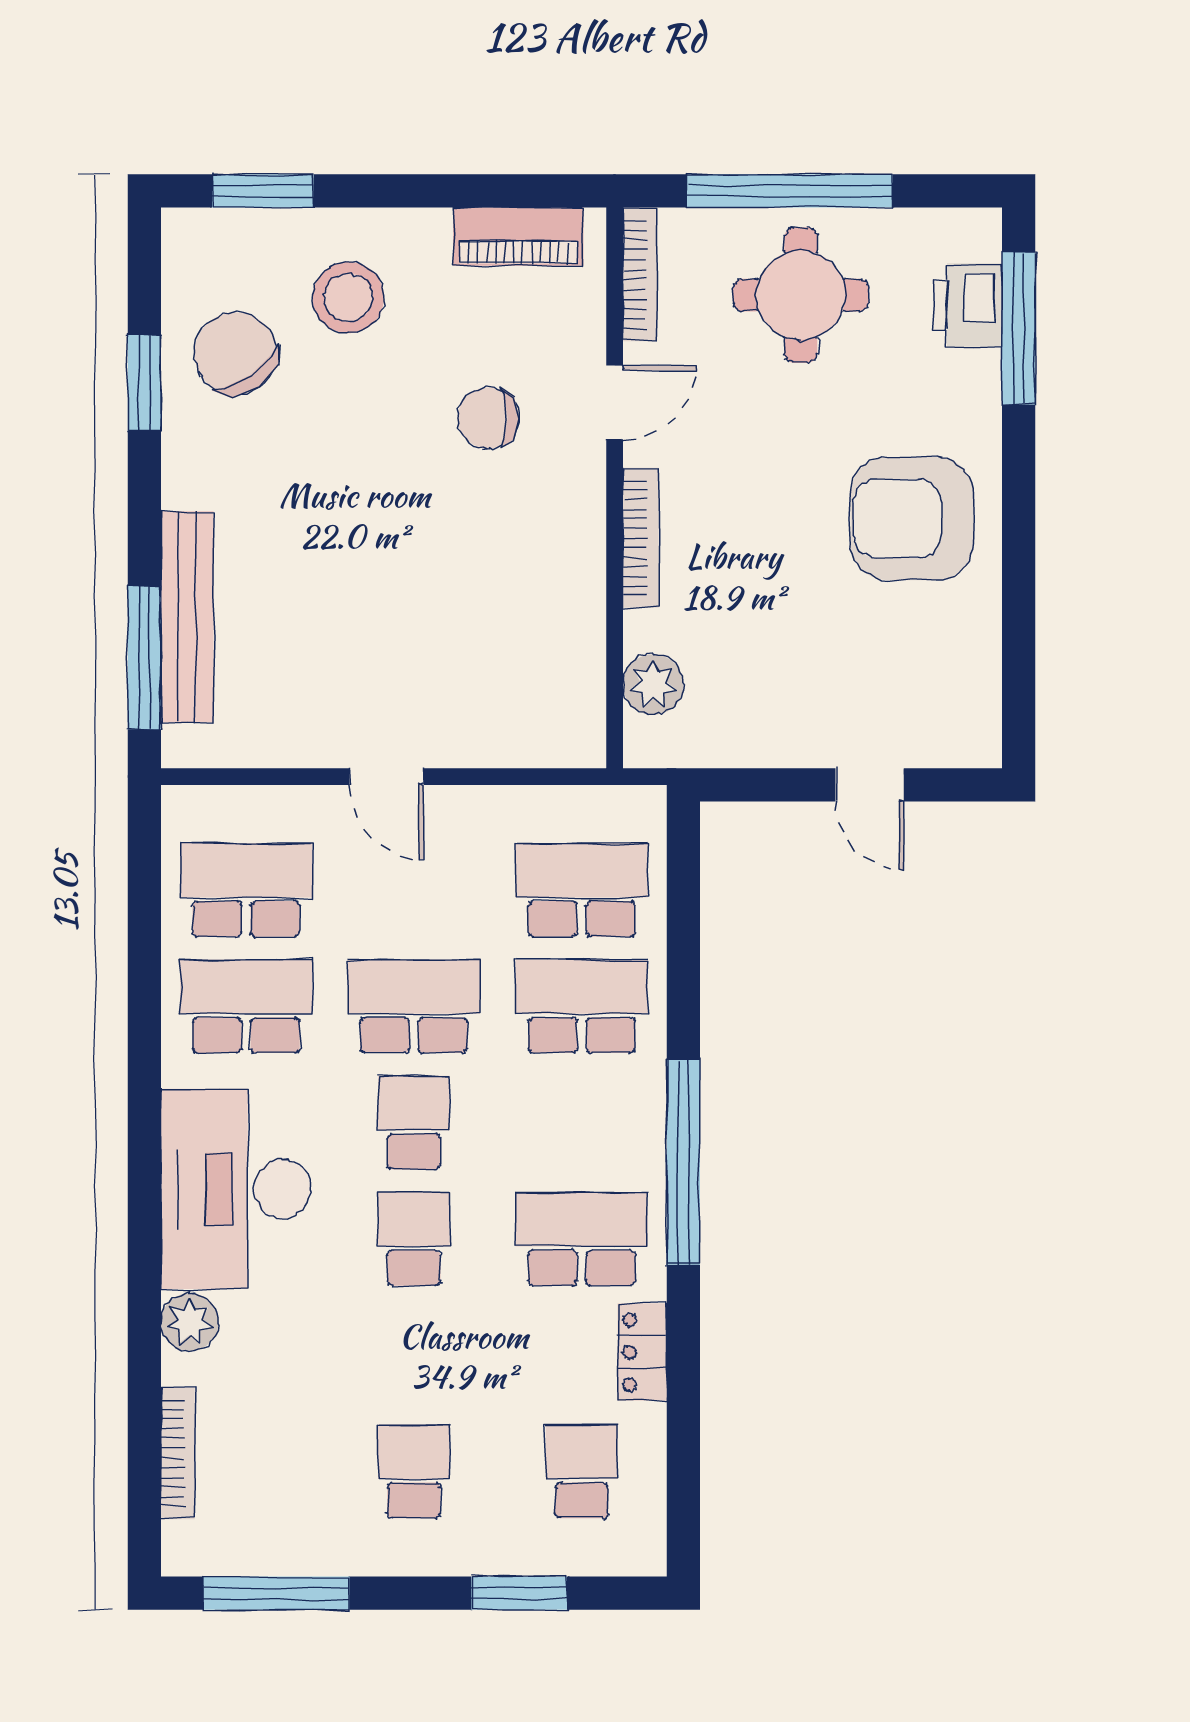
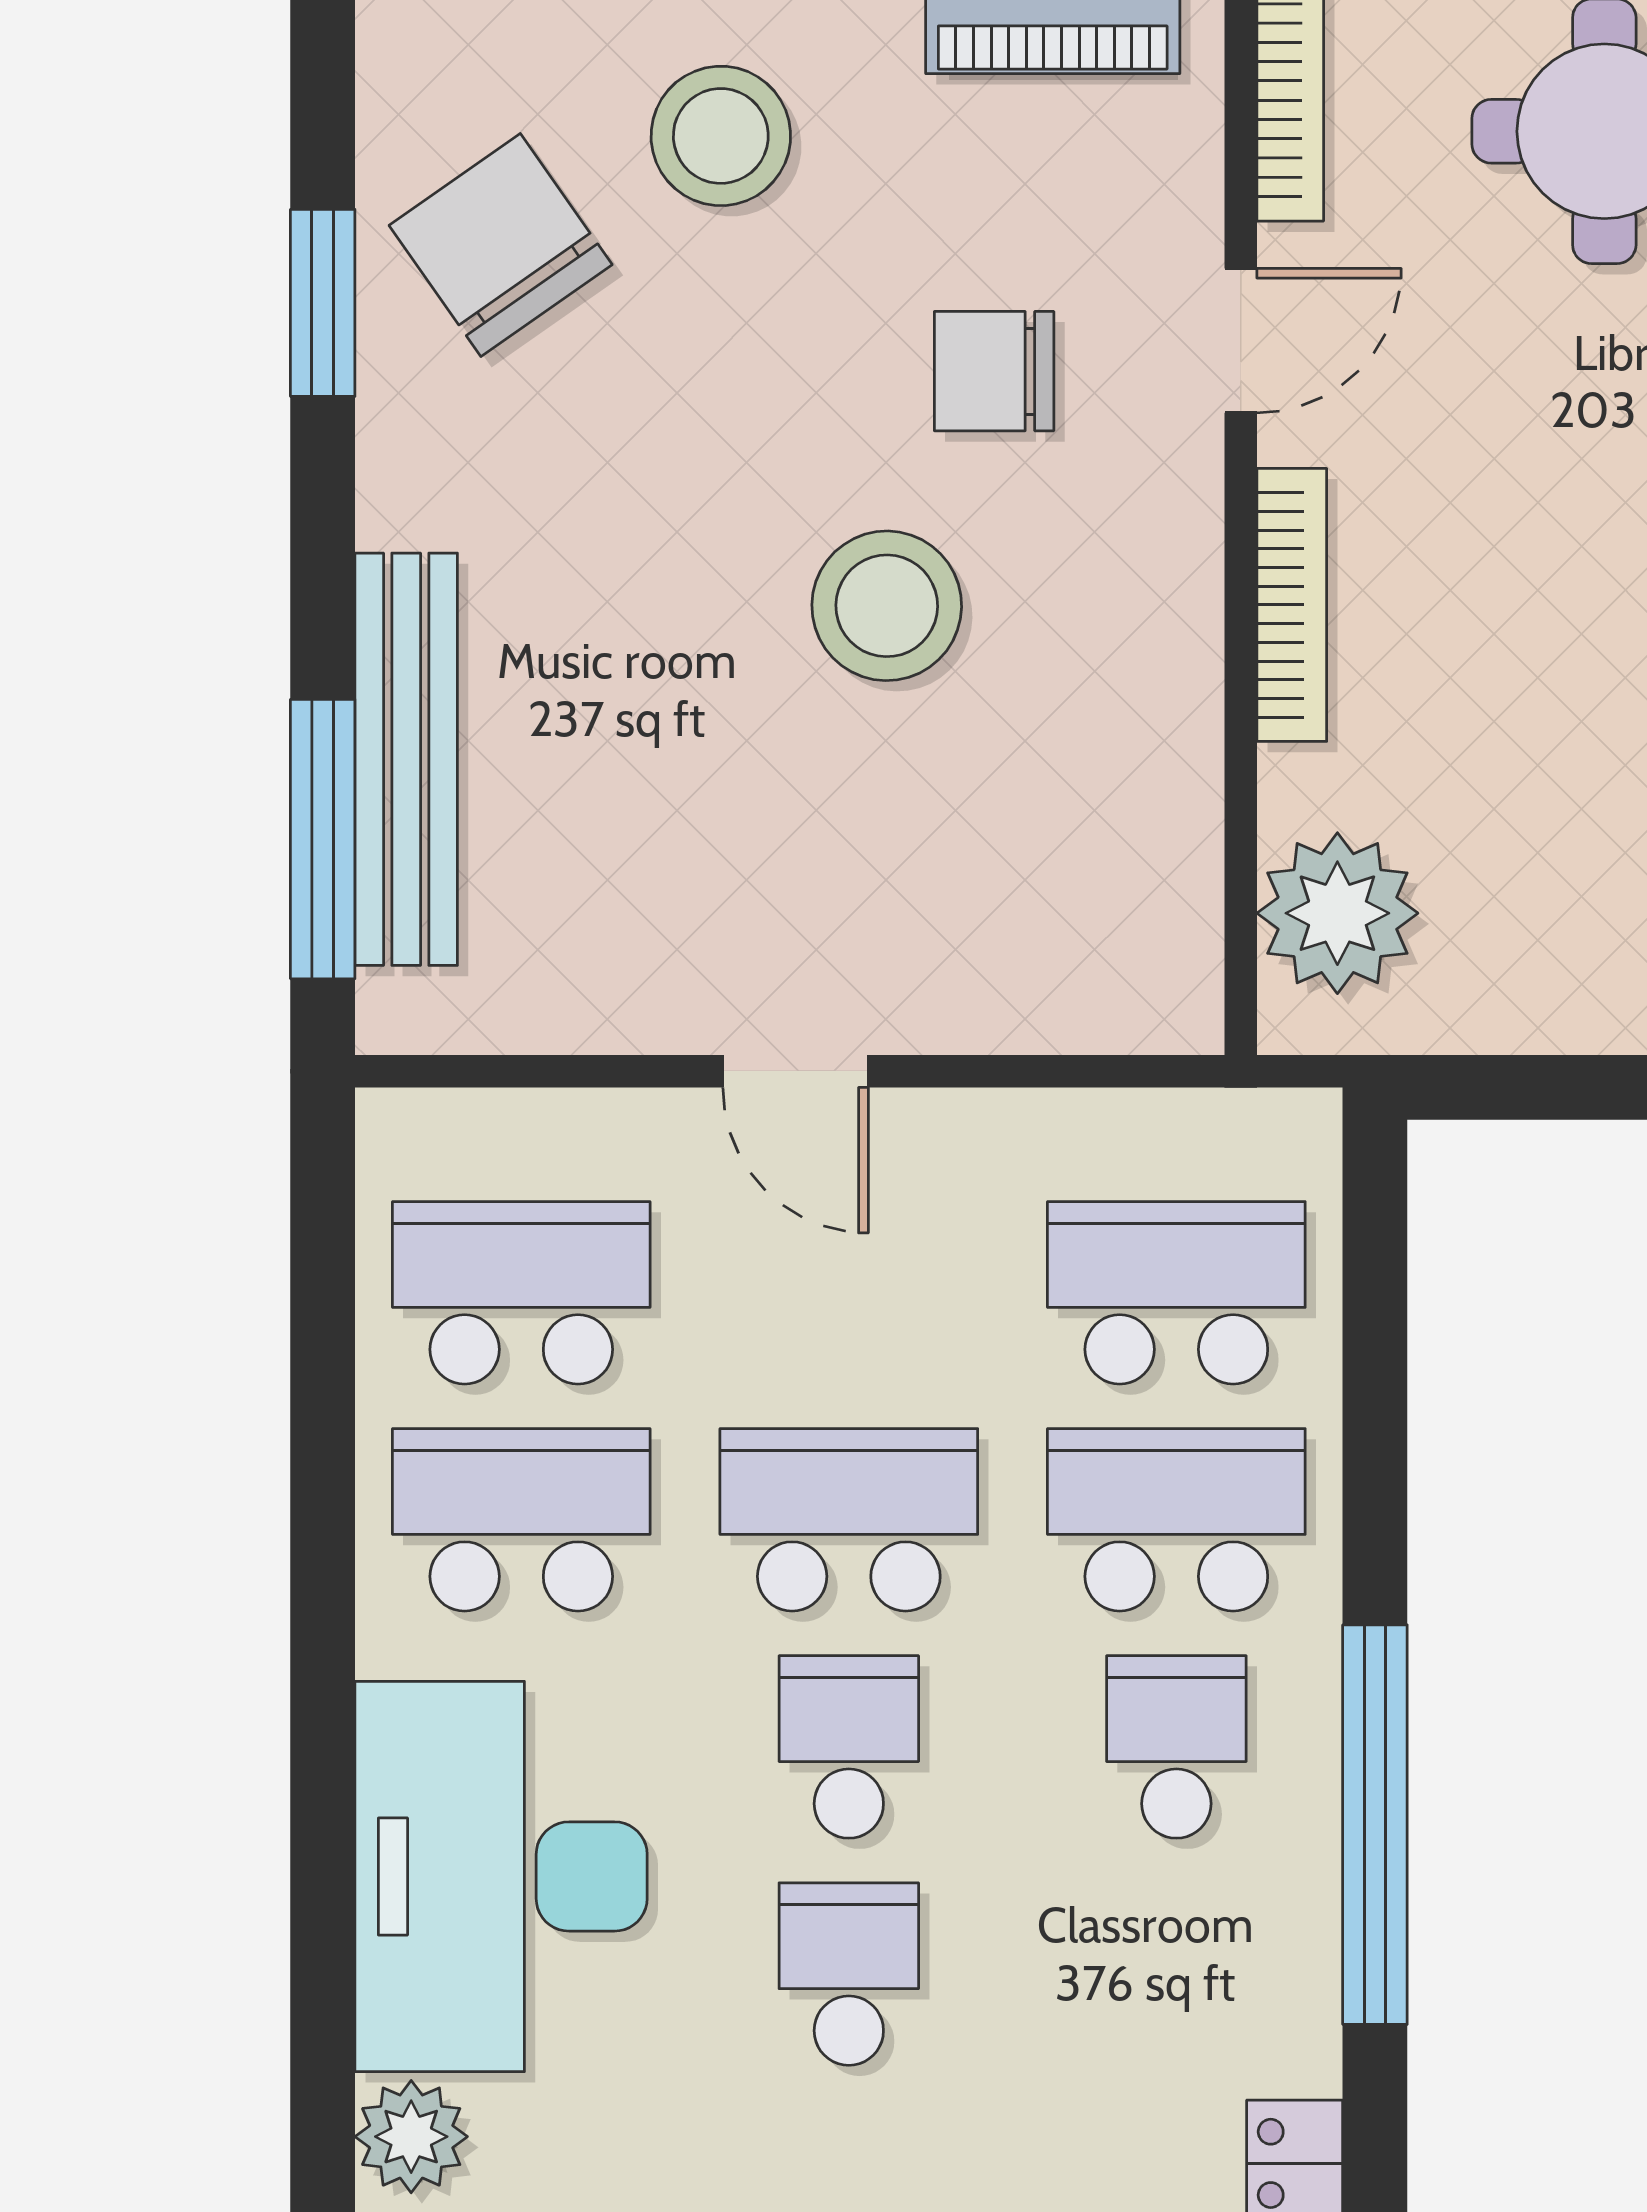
stool: (433, 538) -> (887, 606), added
plant: (653, 685) -> (1337, 913), width x1.36, depth x1.36
school desk: (582, 1239) -> (1176, 1747), moved, width x0.54

